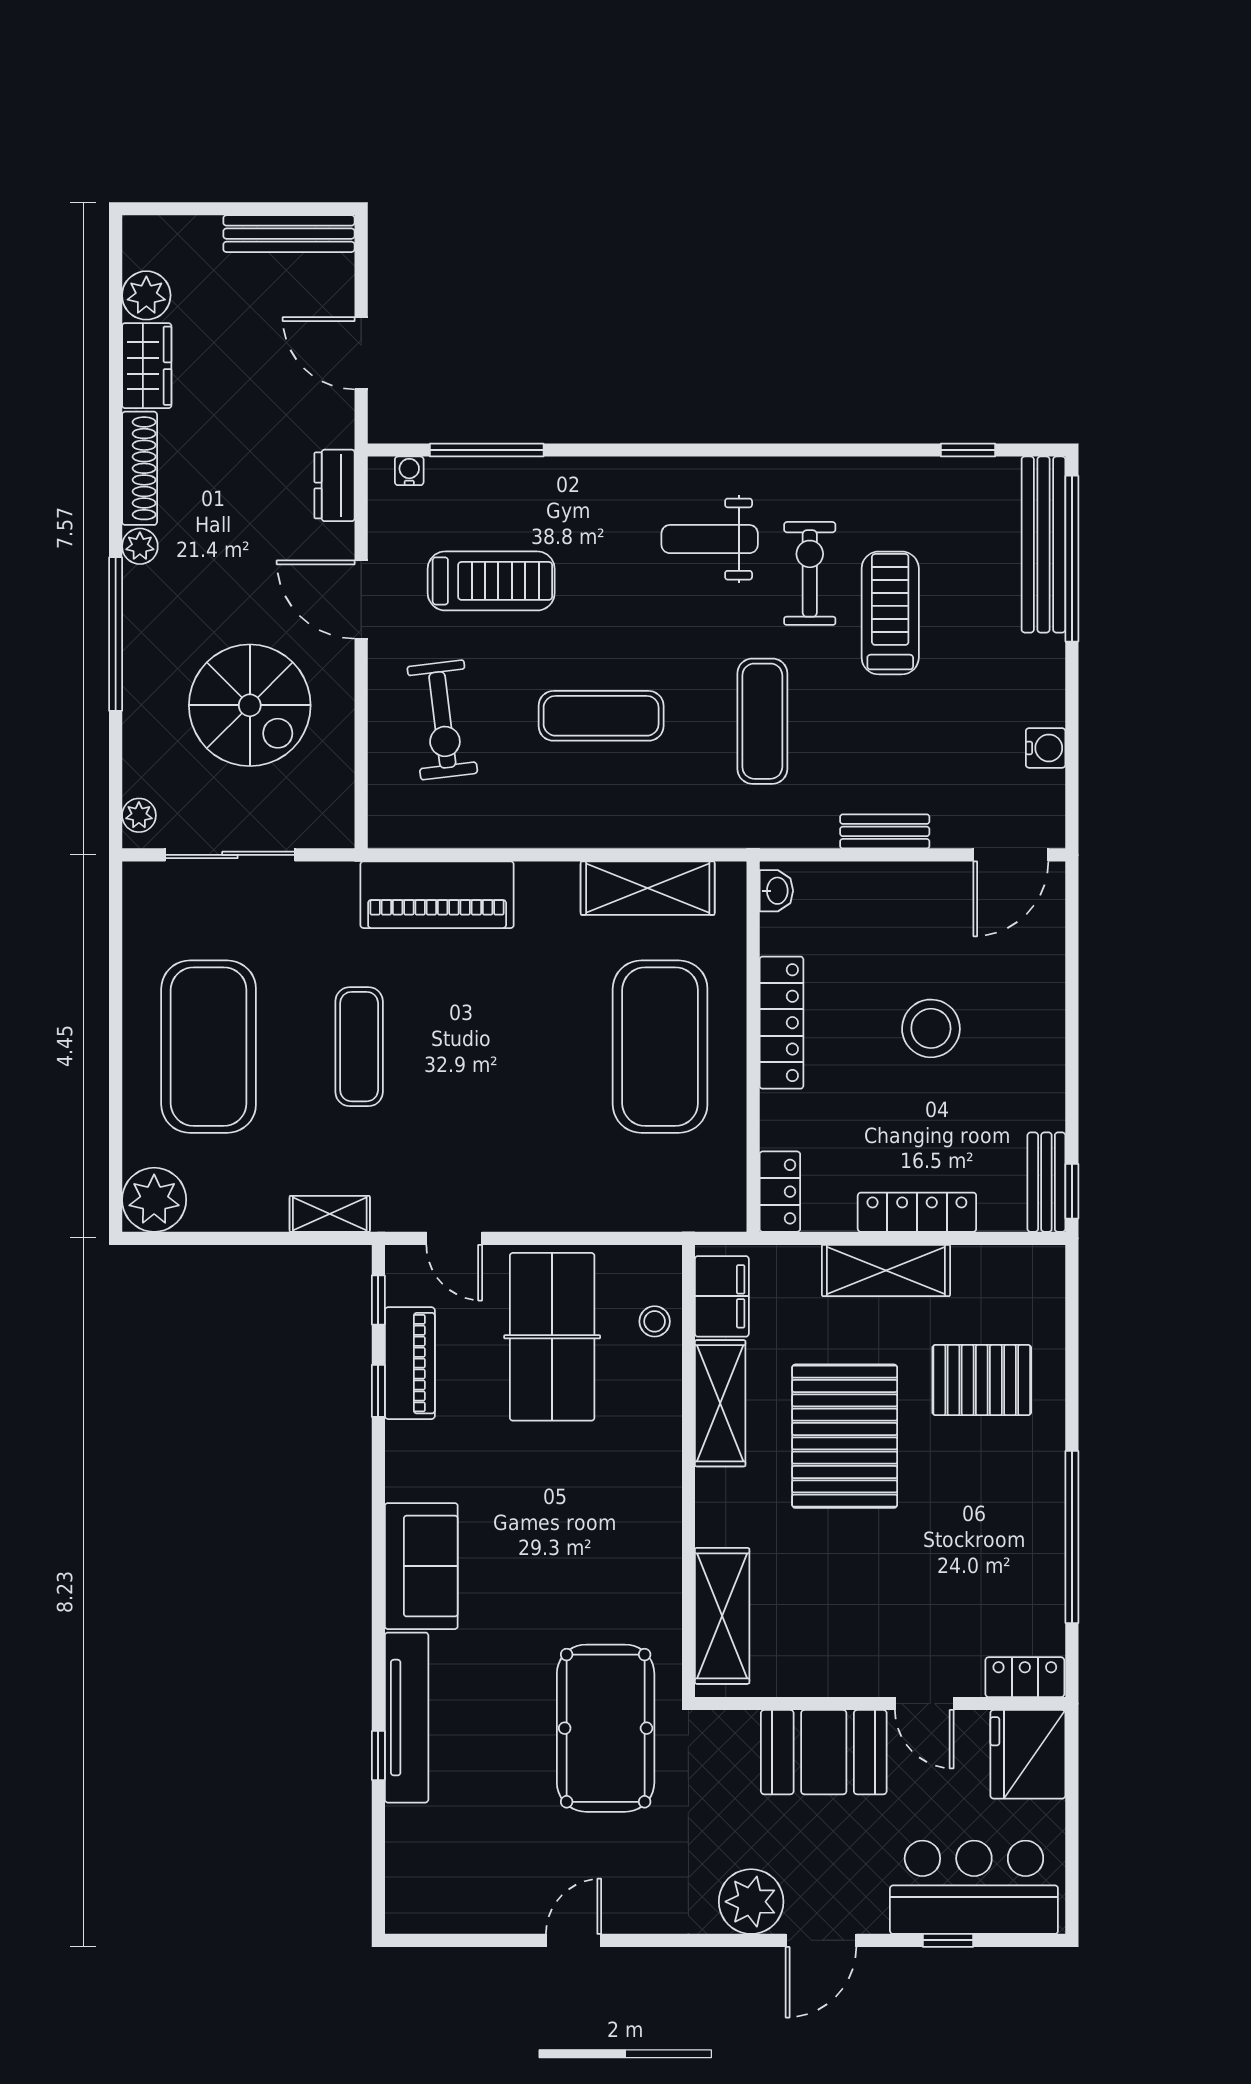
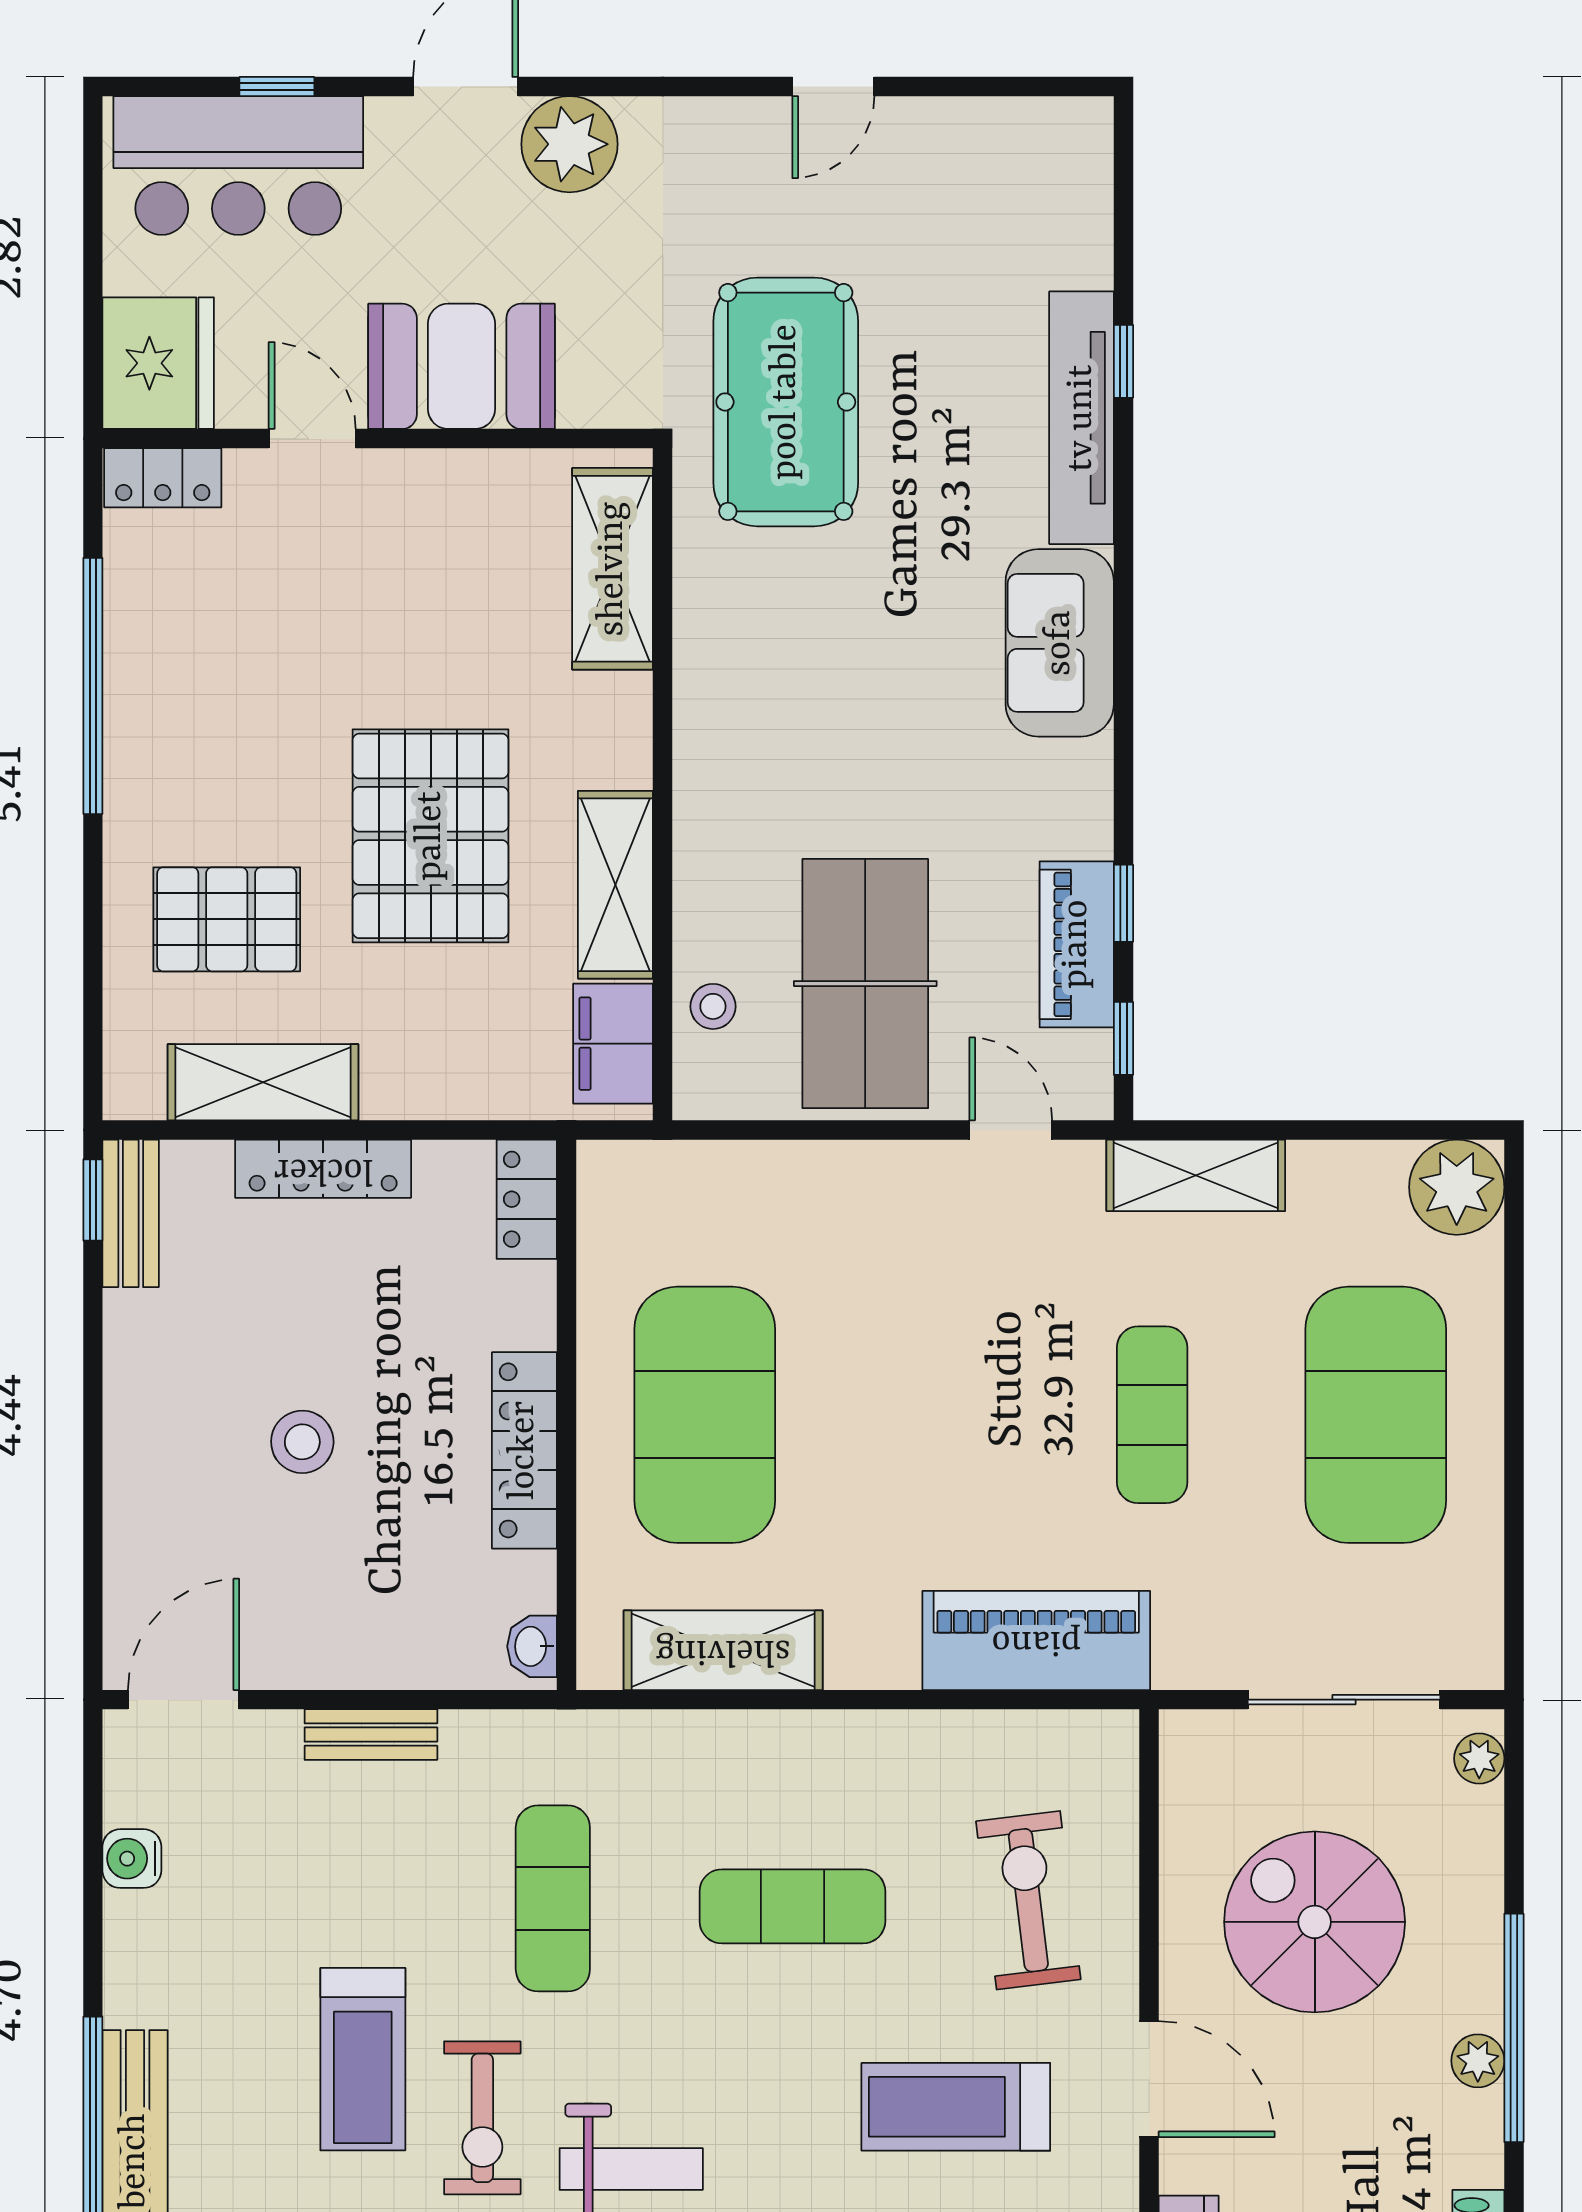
plant: (140, 546) -> (1478, 2061), moved
stool: (931, 1028) -> (302, 1442), width x0.73, depth x0.73
shelving: (330, 1214) -> (1196, 1175), width x1.50, depth x1.33
shelving: (886, 1270) -> (263, 1082), moved

